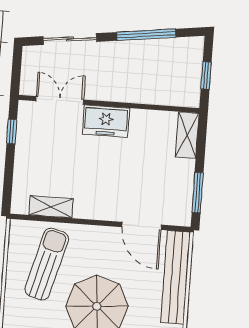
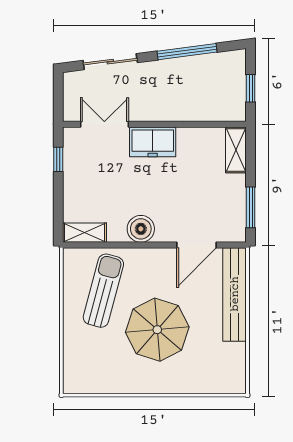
boiler: (88, 206) -> (141, 229), added
shelving: (51, 207) -> (85, 233), moved
door: (142, 226) -> (197, 245), hinge flipped

